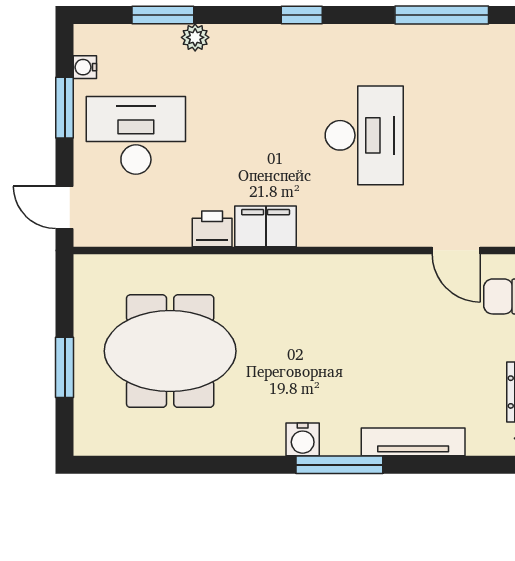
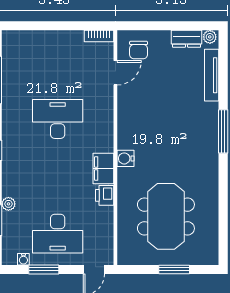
desk: (136, 135) -> (58, 234), turned -90
water cooler: (303, 439) -> (126, 158), moved, turned 180
tv unit: (413, 442) -> (212, 75), moved

